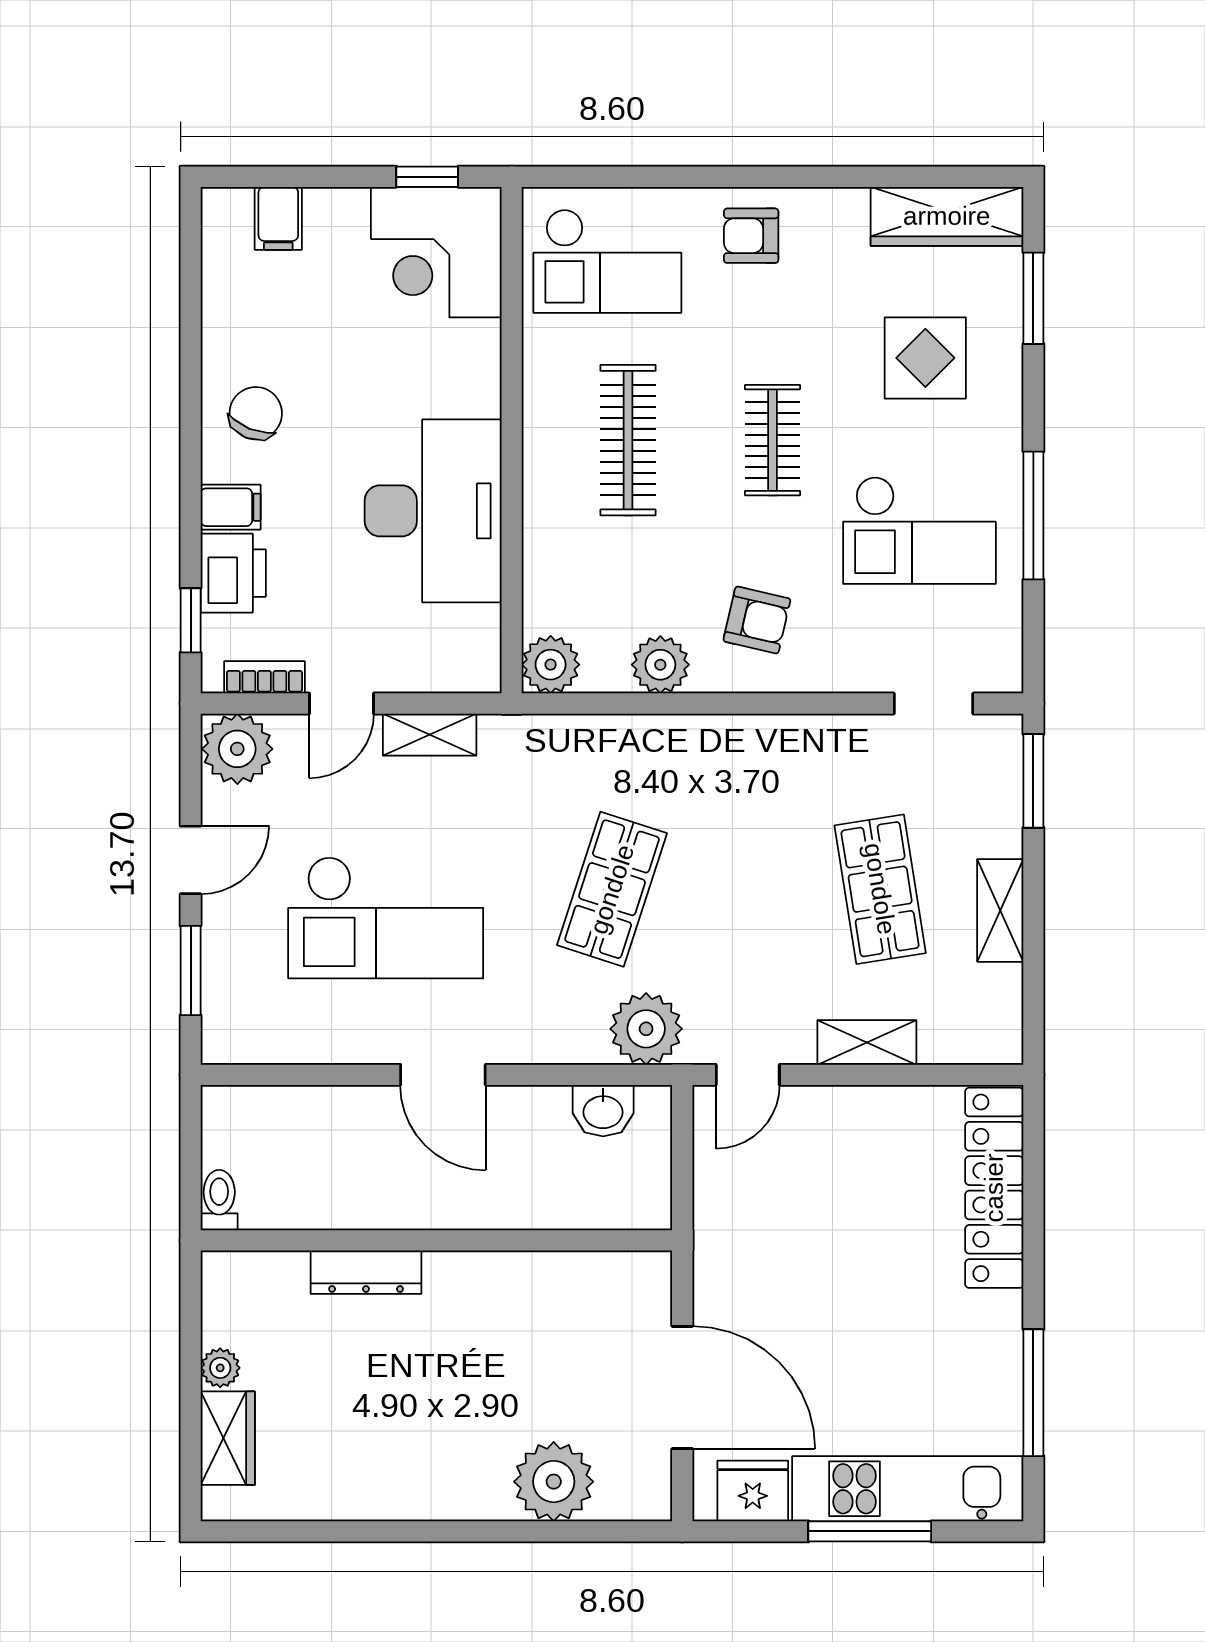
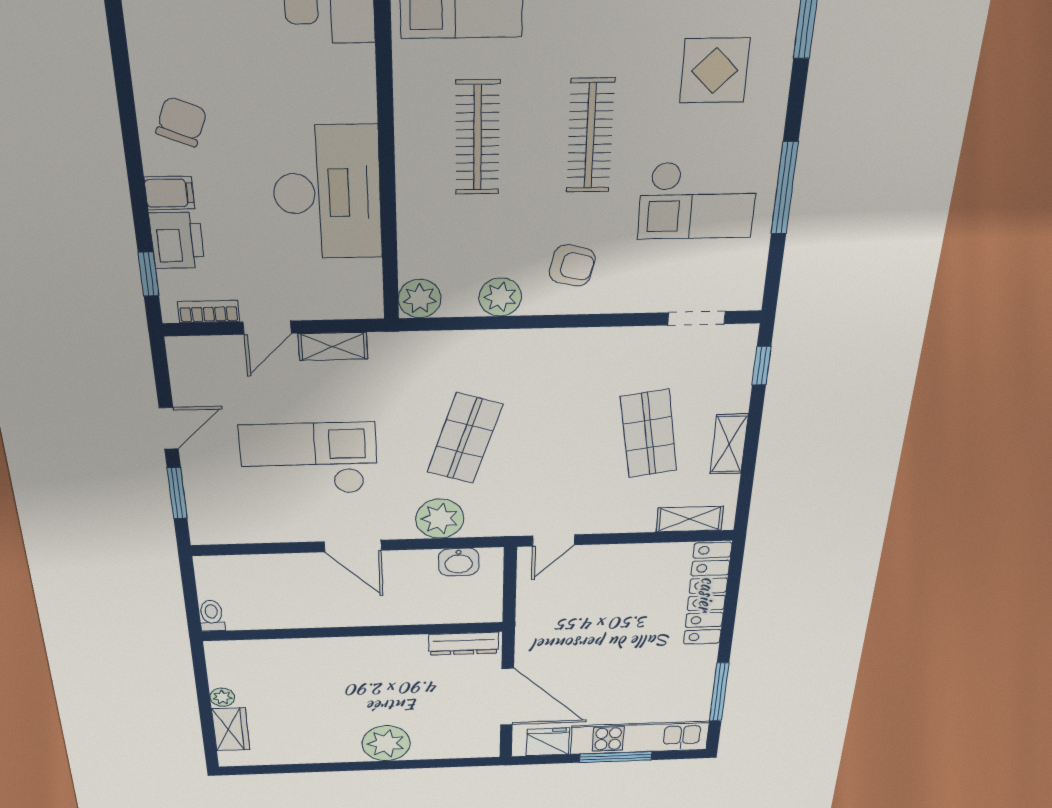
clothes rail: (773, 440) -> (590, 136), width x1.36
plant: (237, 749) -> (194, 359), removed
window: (1033, 781) -> (761, 366), width x0.67
checkout: (386, 918) -> (309, 459), turned 180
plant: (646, 1029) -> (440, 519), moved
shelving: (867, 1042) -> (690, 519), moved
dresser: (366, 1272) -> (464, 644), moved
plant: (554, 1482) -> (386, 743), moved

